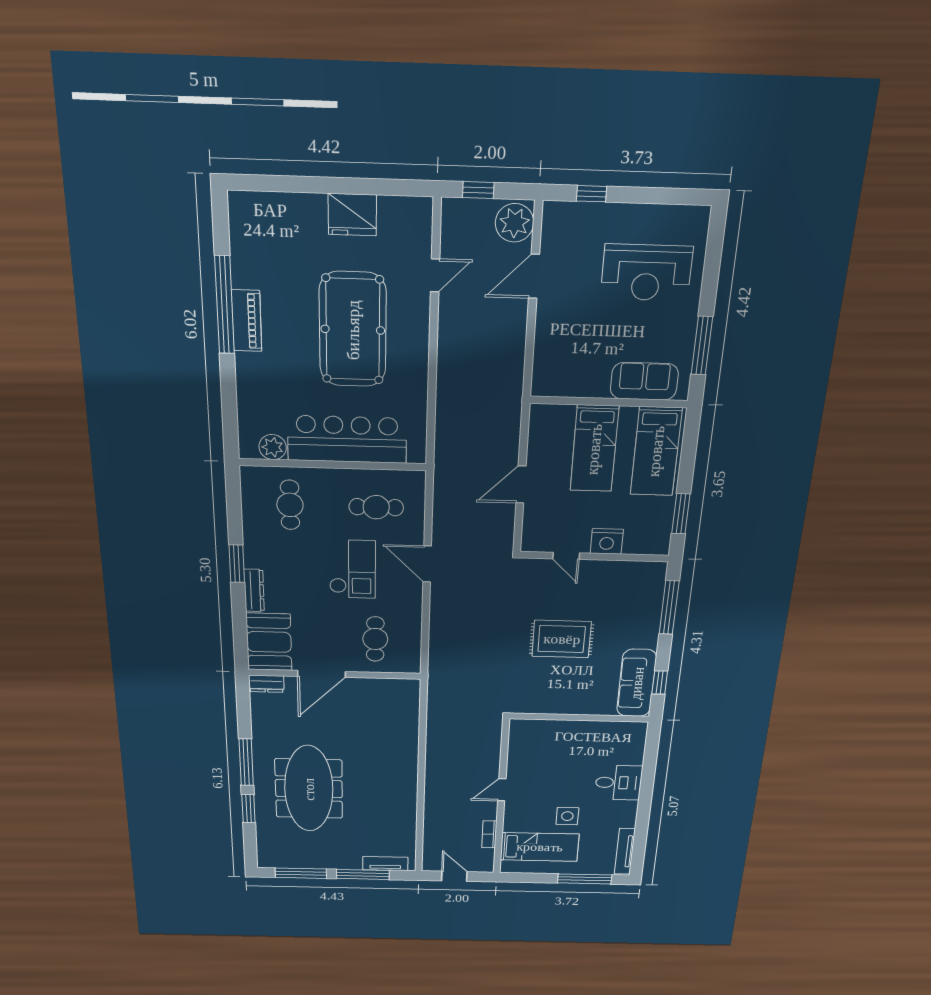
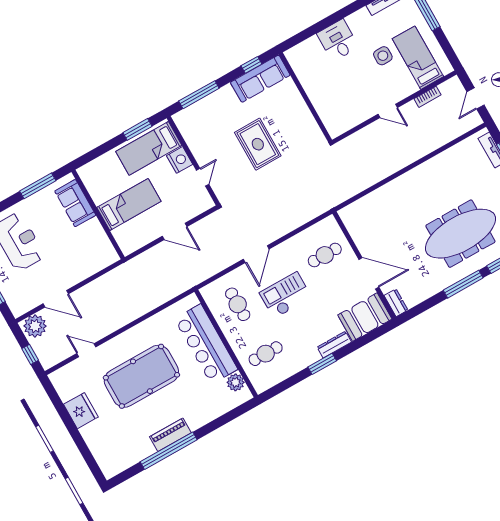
bed: (656, 451) -> (149, 148), moved, turned 180

